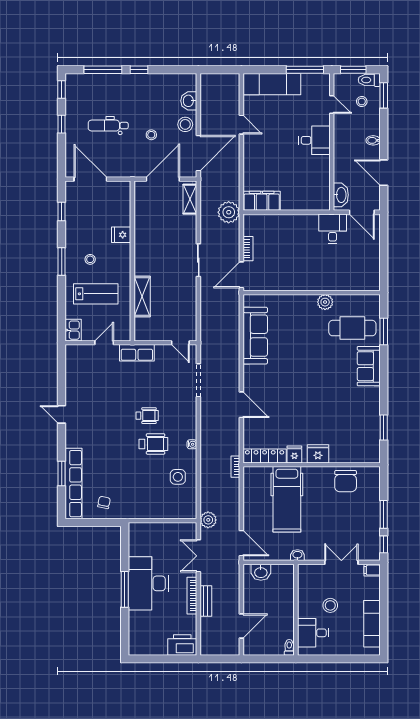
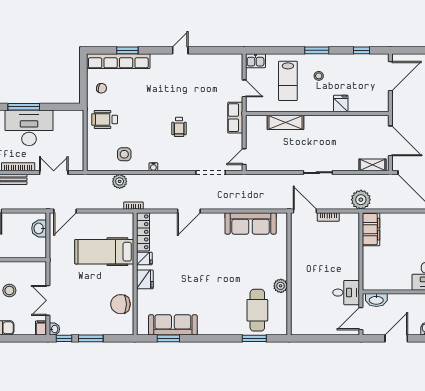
sofa: (369, 366) -> (173, 325), moved, width x1.36
wheelchair: (153, 444) -> (105, 119), moved, turned 90
plant: (208, 520) -> (120, 181), moved
washbasin: (297, 555) -> (54, 329), moved
double door: (341, 562) -> (48, 300), swing flipped

